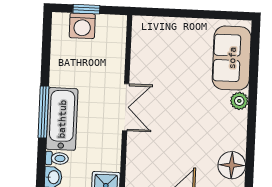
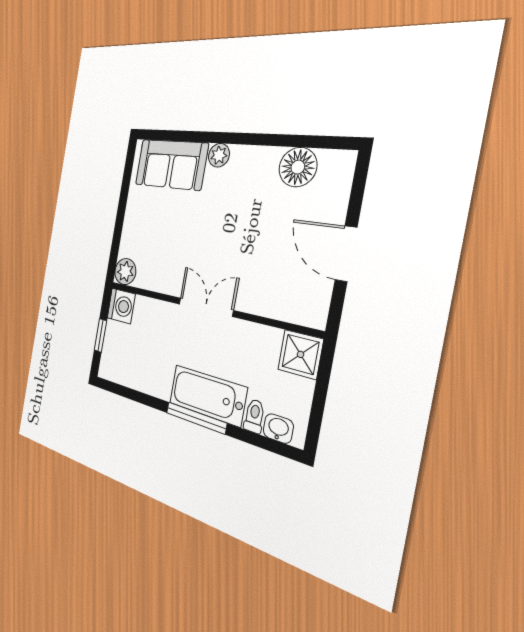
washing machine: (82, 26) -> (121, 306), moved
plant: (143, 27) -> (125, 272), added

